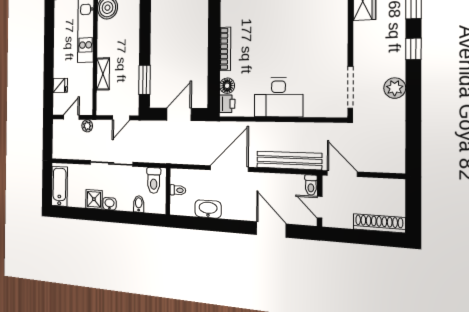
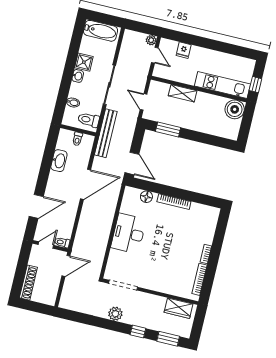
printer: (227, 104) -> (133, 194), removed
door: (179, 114) -> (132, 163), moved
plant: (87, 126) -> (151, 40), moved
bench: (289, 160) -> (106, 133), moved
door: (229, 169) -> (85, 184), hinge flipped

